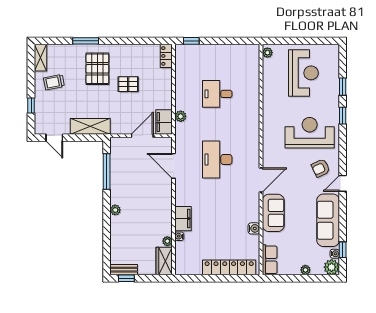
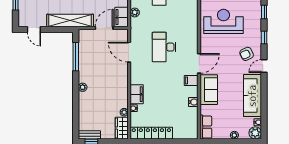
shelving: (90, 126) -> (70, 21), width x1.47
reception desk: (310, 133) -> (223, 21), moved
filing cabinet: (251, 201) -> (191, 80), added
window: (343, 250) -> (264, 38), moved
locker: (229, 267) -> (151, 133), moved

